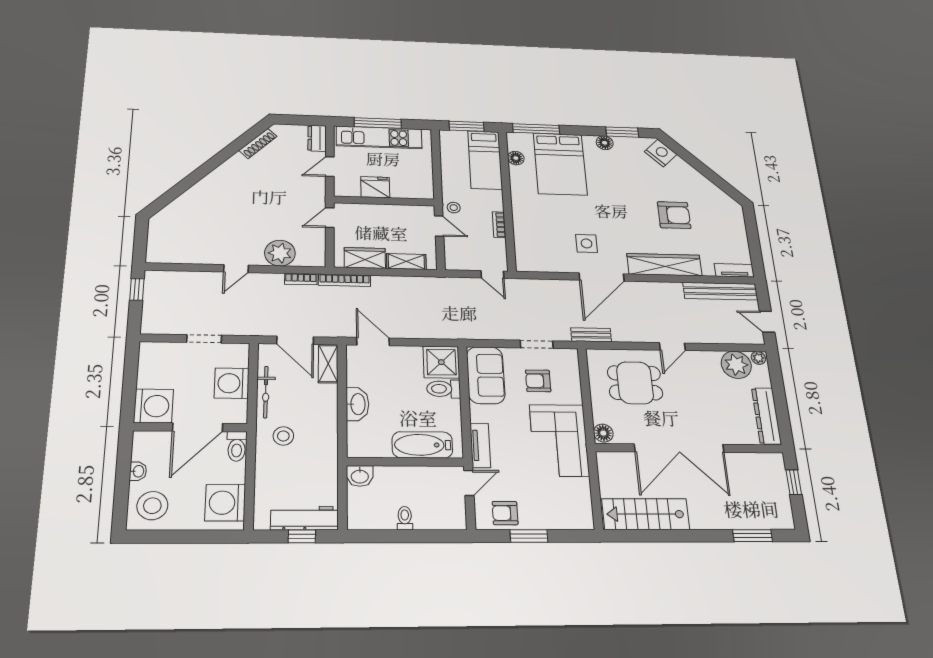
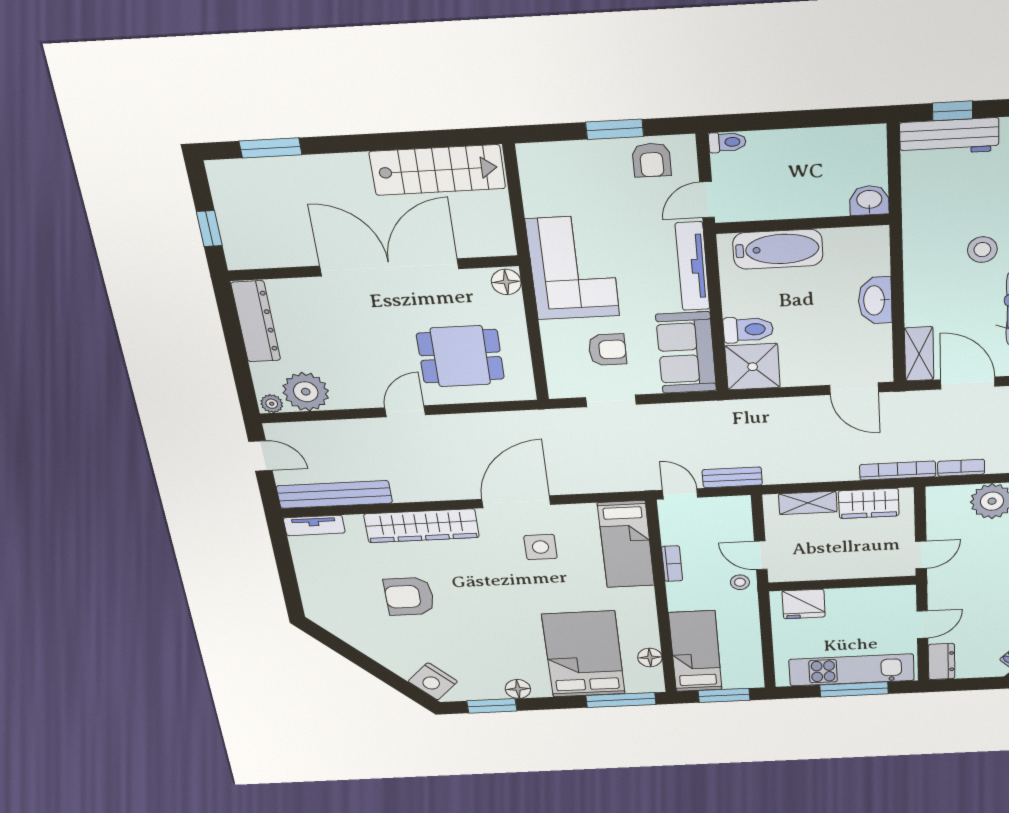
fridge: (375, 187) -> (804, 604), moved
bed: (530, 241) -> (626, 544), added
bench: (591, 335) -> (732, 477), moved
tv unit: (480, 445) -> (693, 266), width x1.41
armchair: (505, 513) -> (652, 160), turned 90
toilet: (405, 518) -> (727, 142), moved, turned -90

